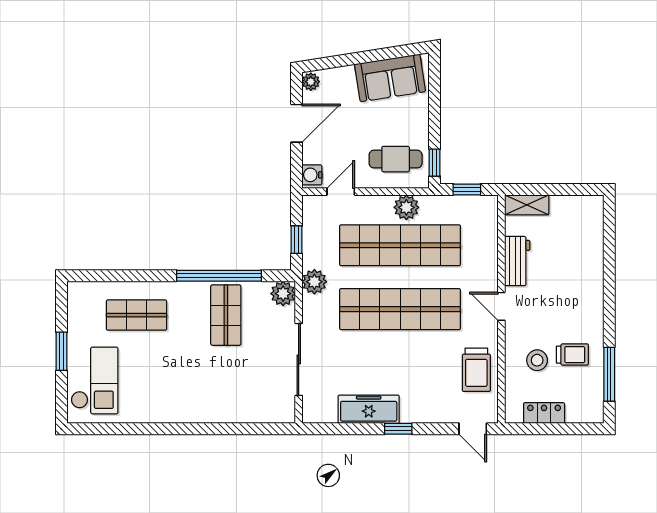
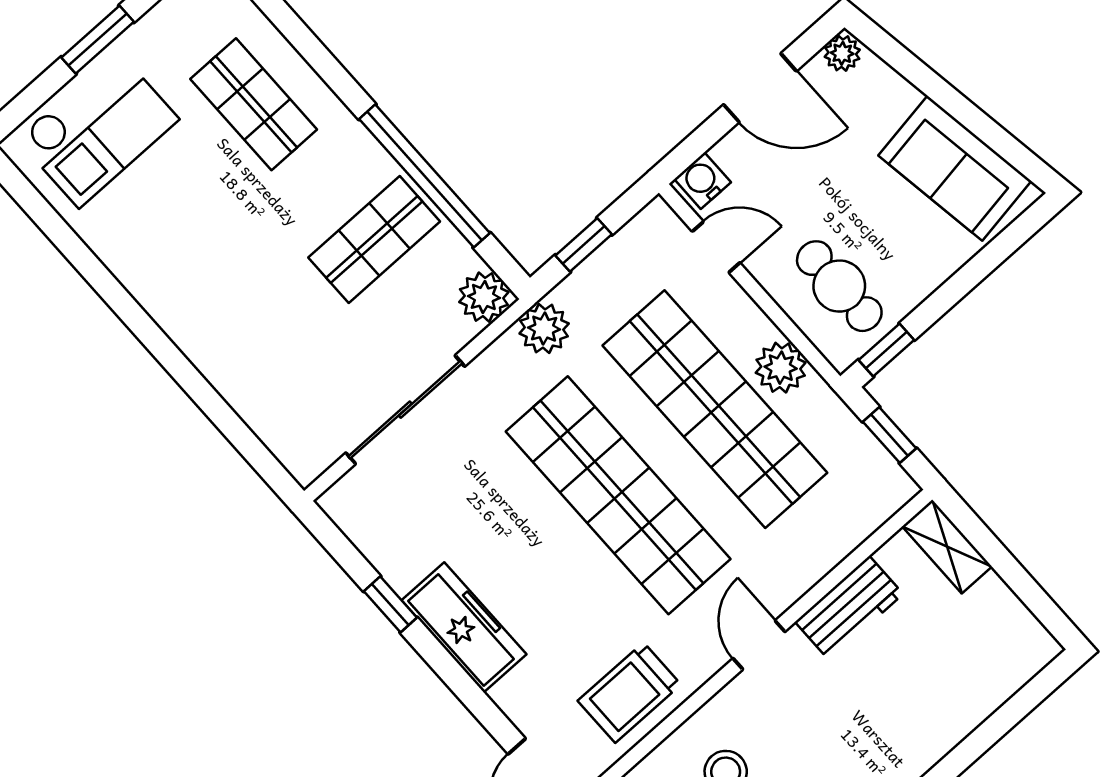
freezer: (369, 409) -> (464, 627), moved
window: (398, 429) -> (390, 604), moved

